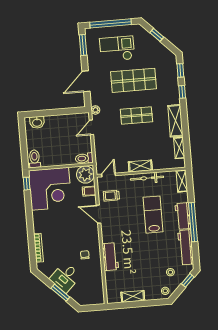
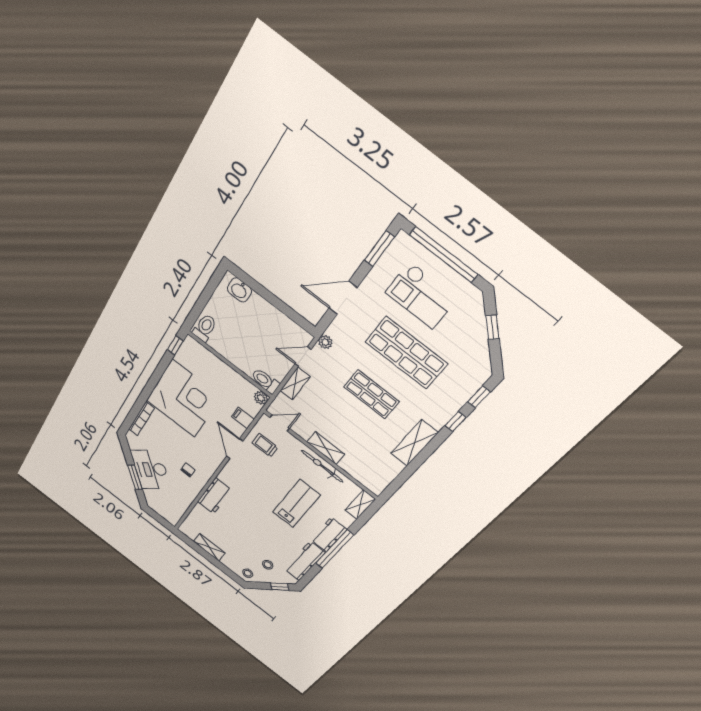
checkout: (117, 49) -> (421, 295), turned 180
shelving: (179, 148) -> (295, 384), moved
plant: (85, 175) -> (261, 398), width x0.53, depth x0.53
corner desk: (50, 189) -> (183, 399), moved, turned -90
desk: (65, 277) -> (151, 470), width x1.37

